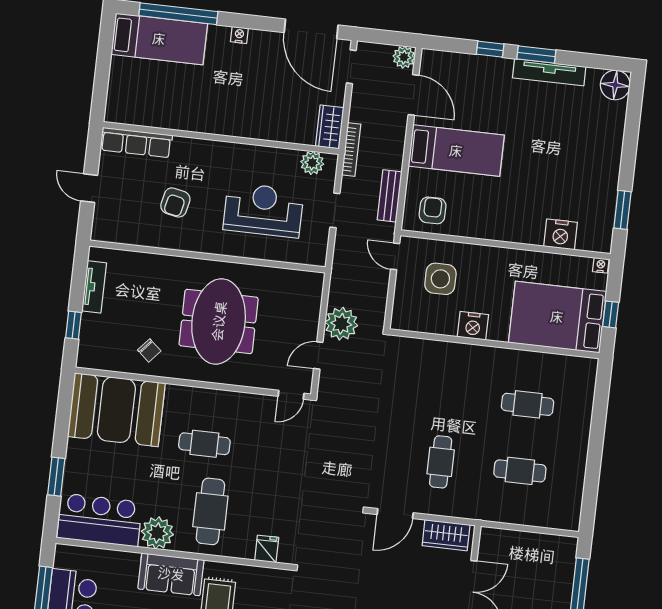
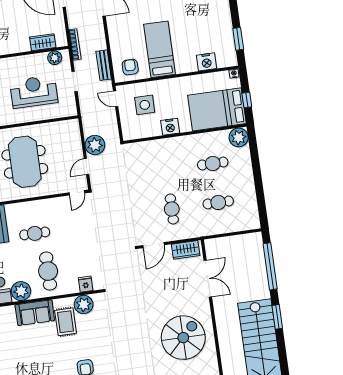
wardrobe: (330, 127) -> (43, 42), moved, turned 90
bed: (456, 151) -> (160, 49), moved, turned -90
plant: (581, 373) -> (239, 137), added
plant: (255, 582) -> (84, 304), added

